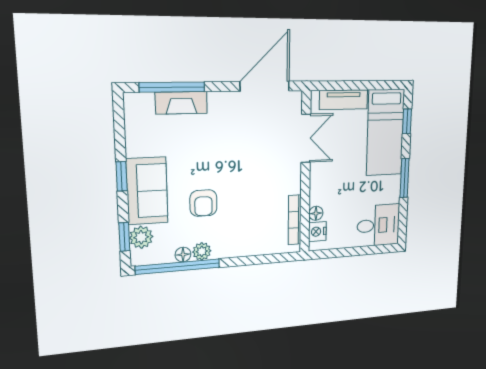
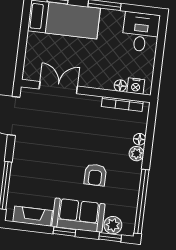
tv unit: (344, 100) -> (33, 53), removed
fireplace: (181, 103) -> (33, 216), moved, turned -90
armchair: (203, 203) -> (95, 175), turned 90
plant: (202, 251) -> (136, 154), moved
floor lamp: (183, 255) -> (140, 139), moved

